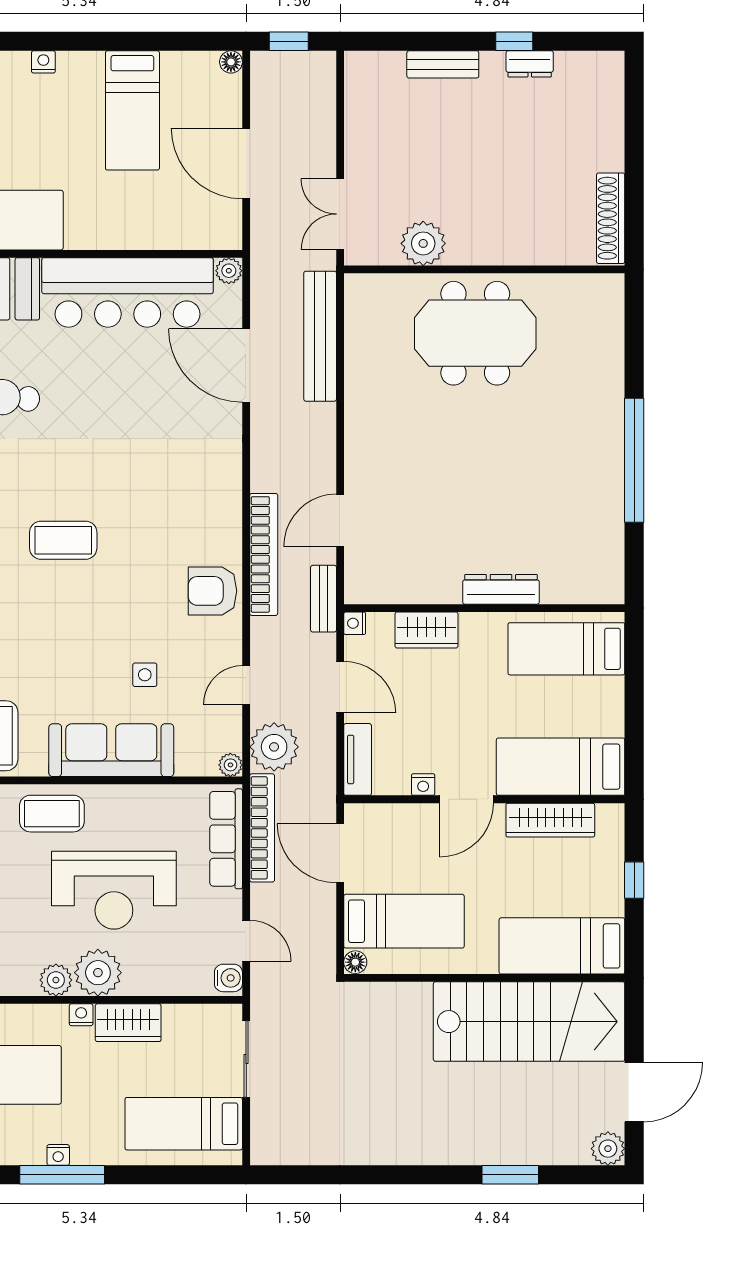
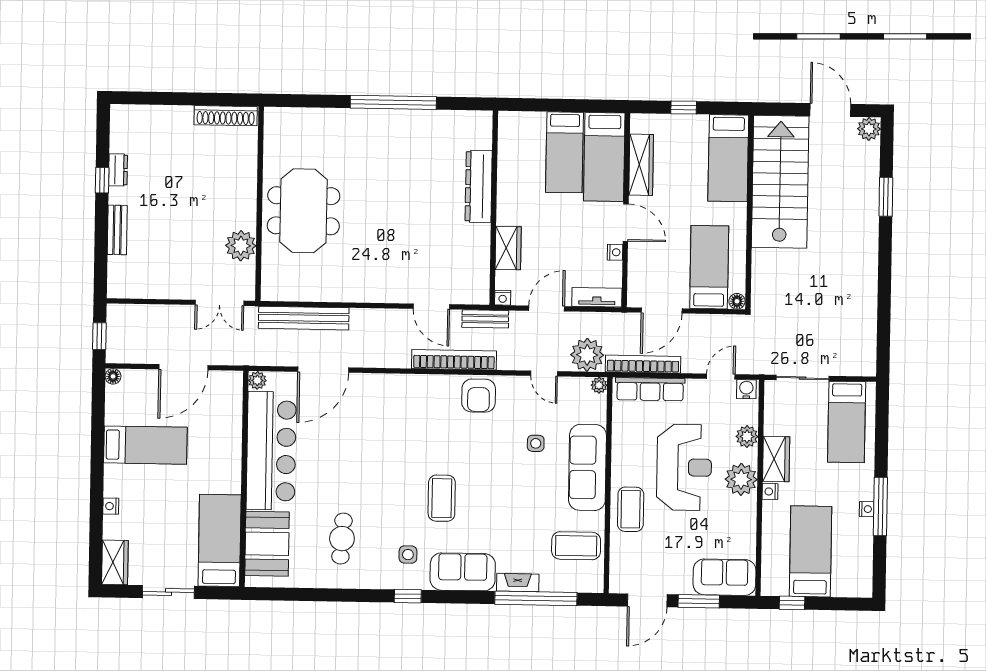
dresser: (501, 589) -> (479, 186), width x1.37, depth x1.24
bed: (566, 649) -> (565, 152), moved
plant: (56, 980) -> (747, 437), moved

